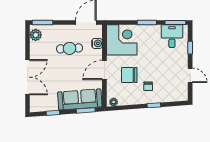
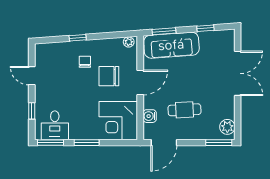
chair: (129, 75) -> (109, 76), turned 180
double door: (28, 77) -> (238, 73), swing flipped

